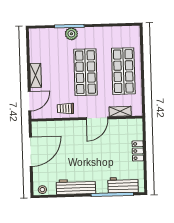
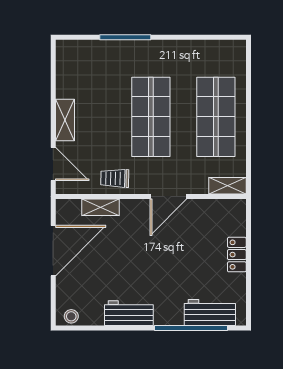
plant: (71, 34) -> (128, 50), removed
door: (29, 101) -> (53, 164), hinge flipped
shelving: (120, 111) -> (227, 186), moved
shelving: (58, 126) -> (101, 207), added
workbench: (76, 187) -> (129, 313), width x0.73

